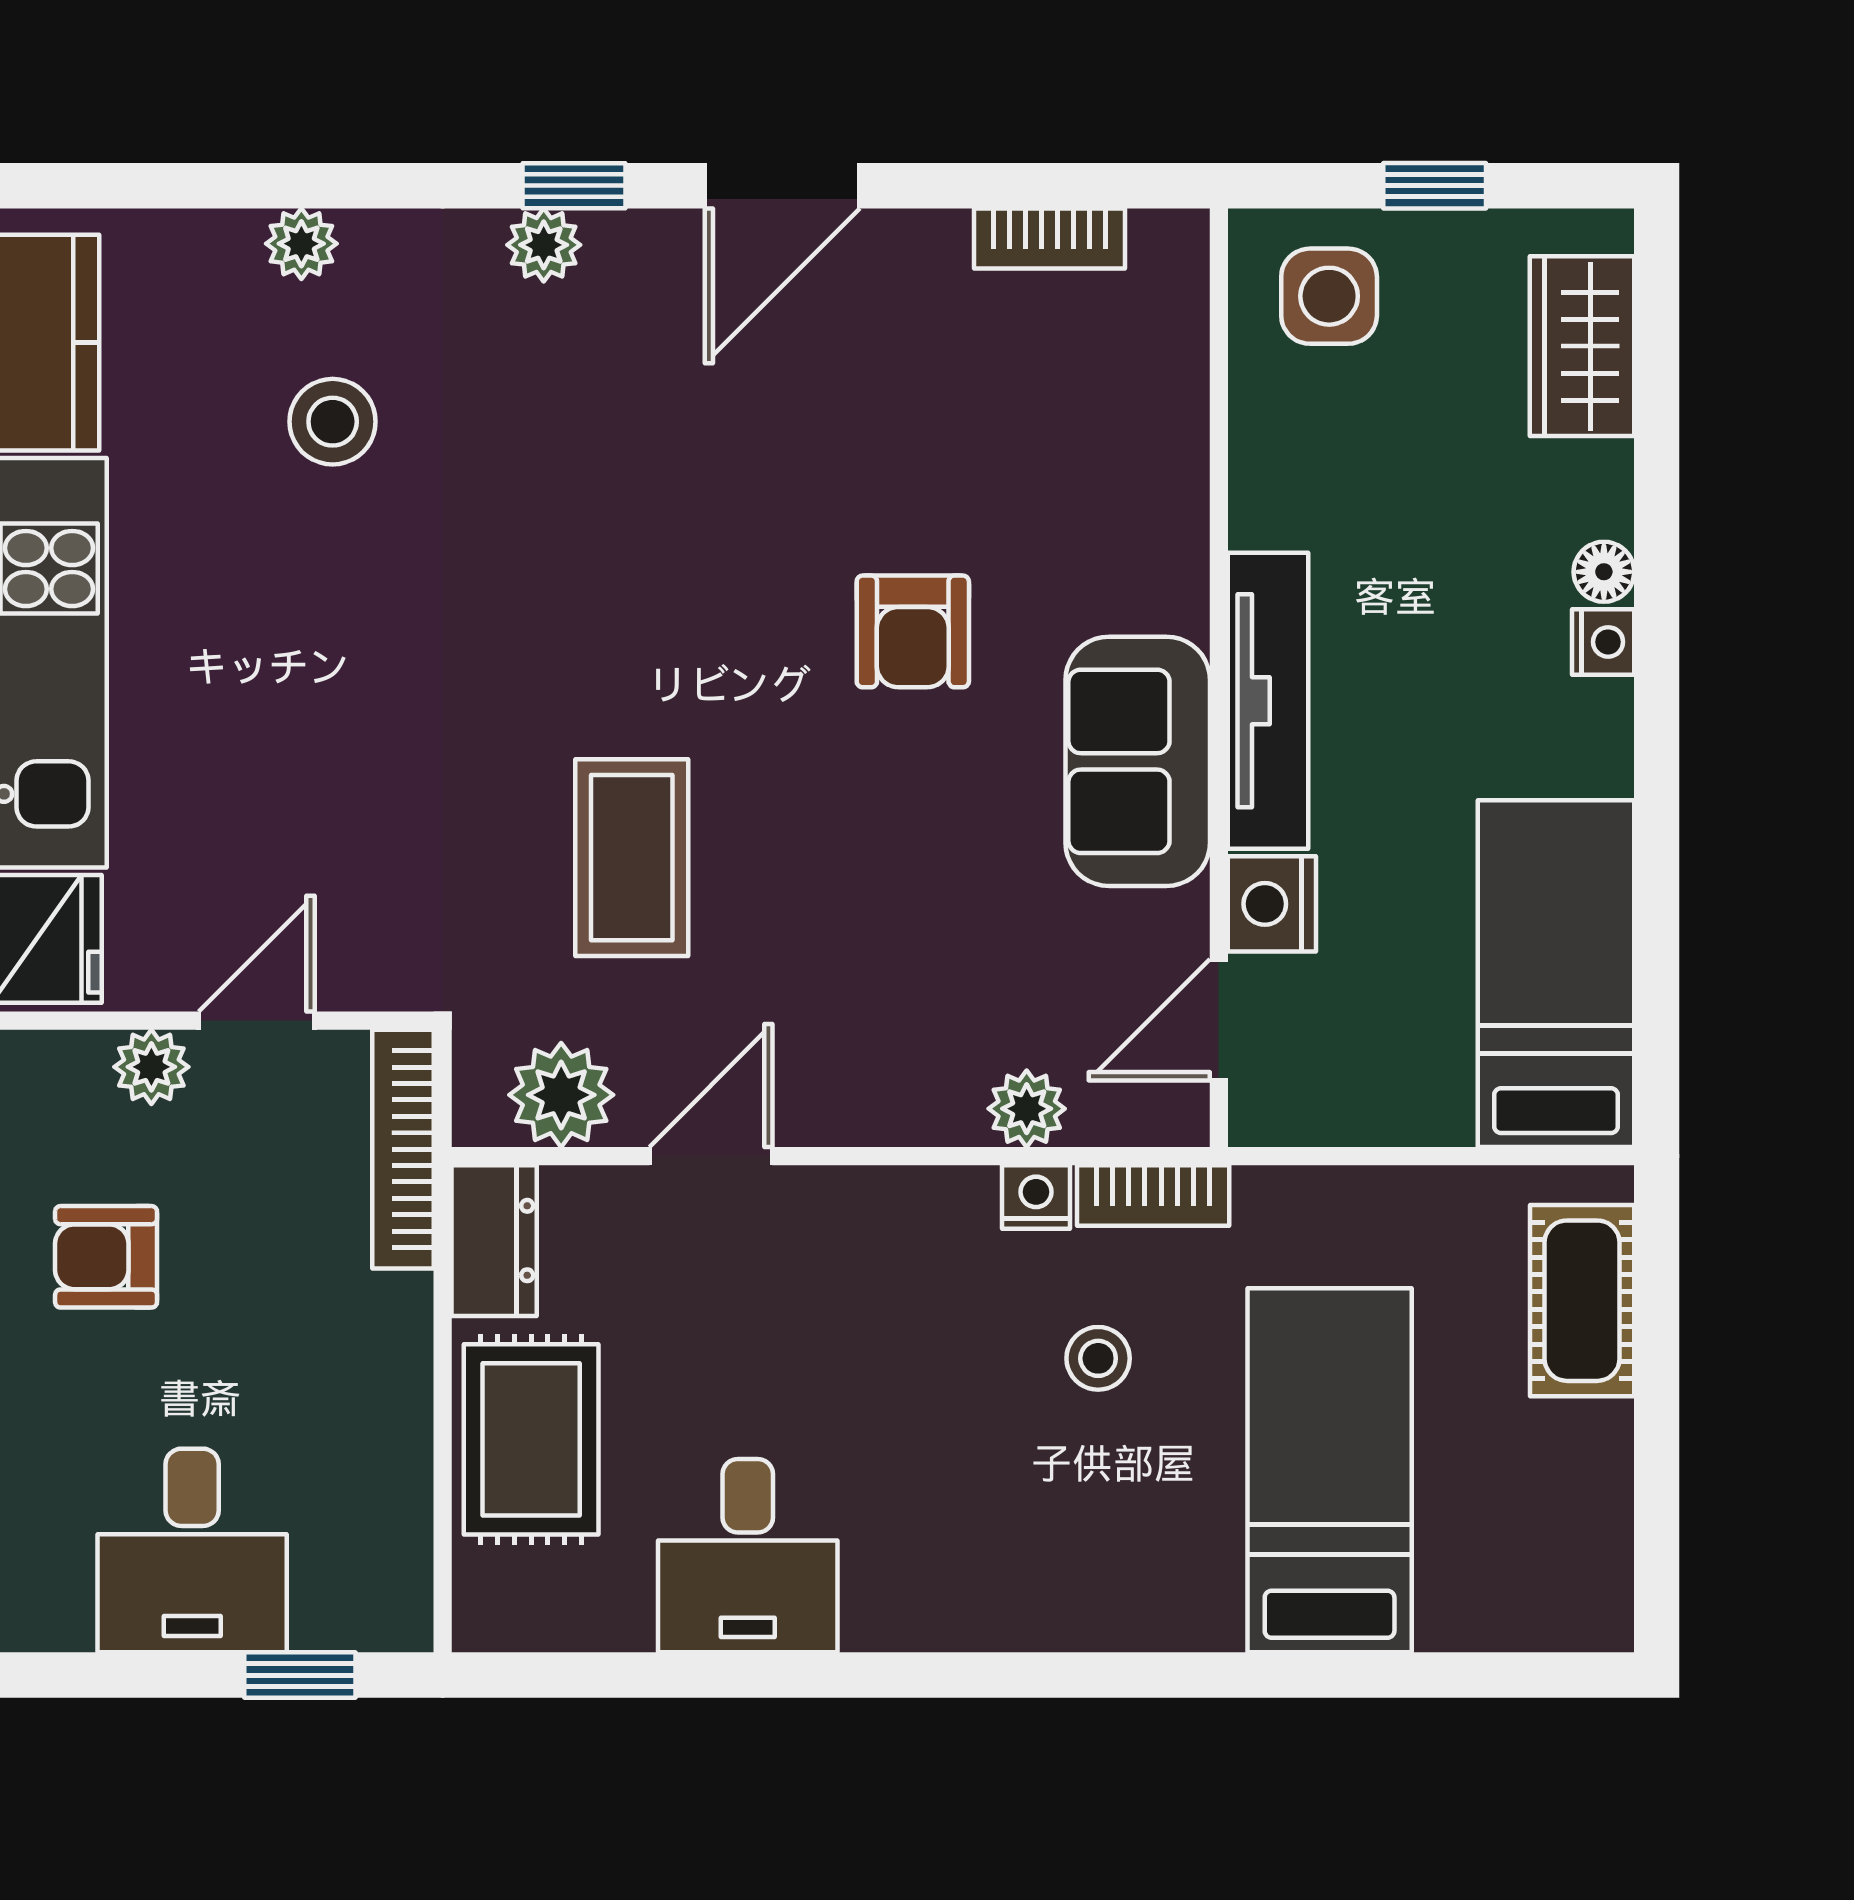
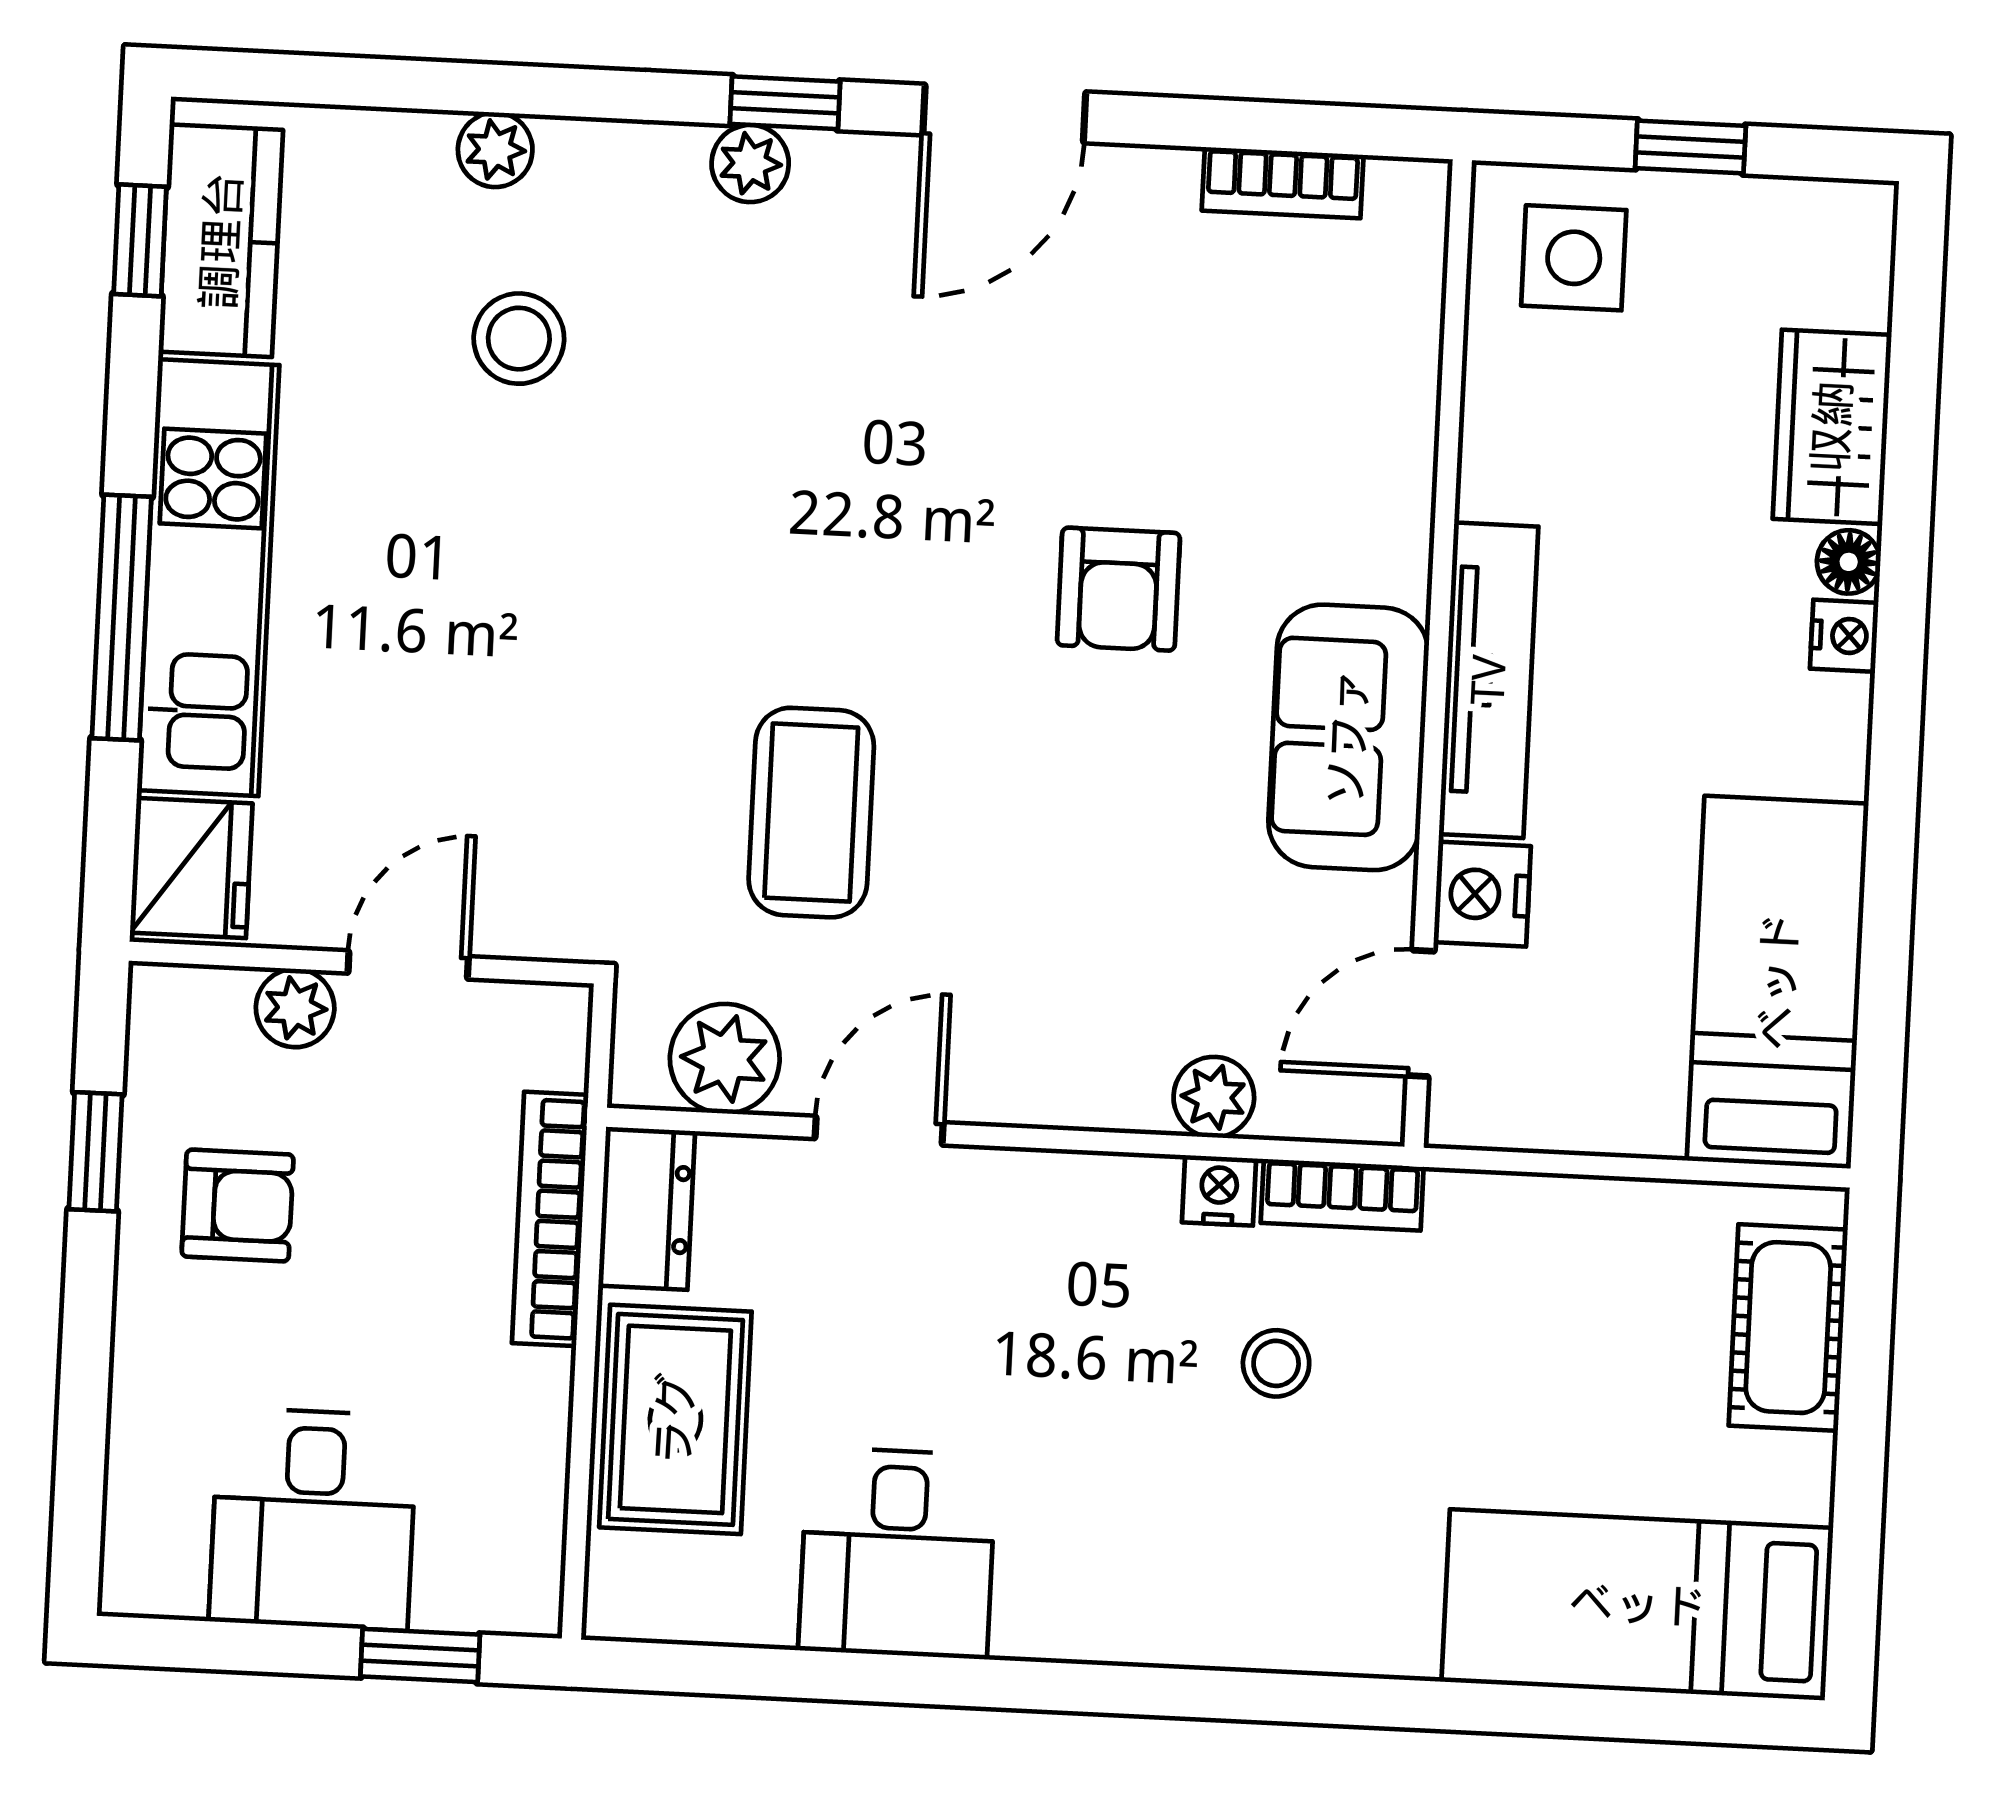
wardrobe: (1582, 346) -> (1832, 427), moved
bookcase: (403, 1149) -> (550, 1219), moved
armchair: (106, 1257) -> (238, 1206), turned 180
bed: (1330, 1470) -> (1637, 1605), moved, turned -90

